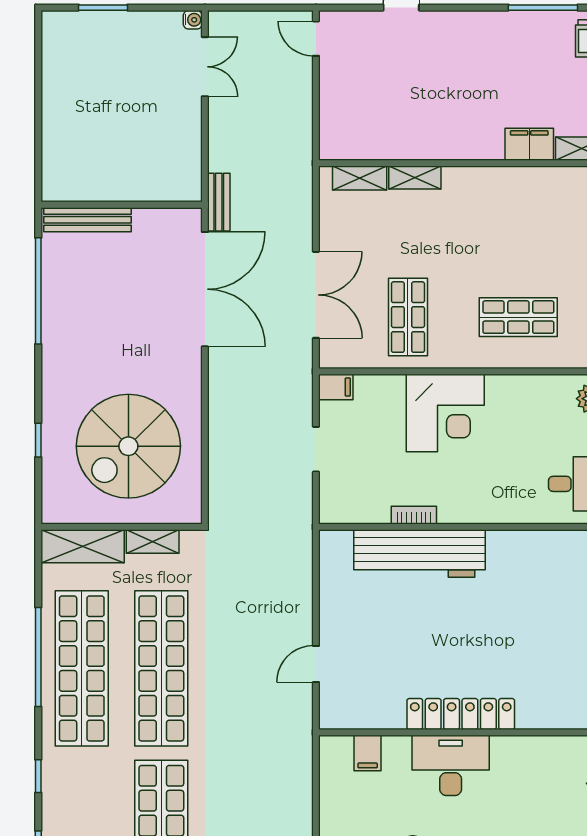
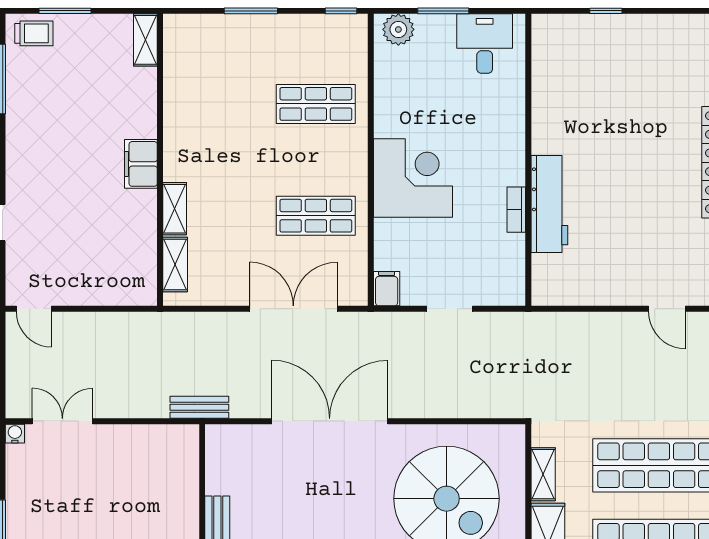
door: (316, 39) -> (34, 309), hinge flipped
filing cabinet: (529, 144) -> (141, 164), moved
double door: (205, 289) -> (330, 421), moved
shop shelf: (518, 317) -> (316, 104), turned 90
workbench: (420, 554) -> (549, 204), width x0.73, depth x0.76

